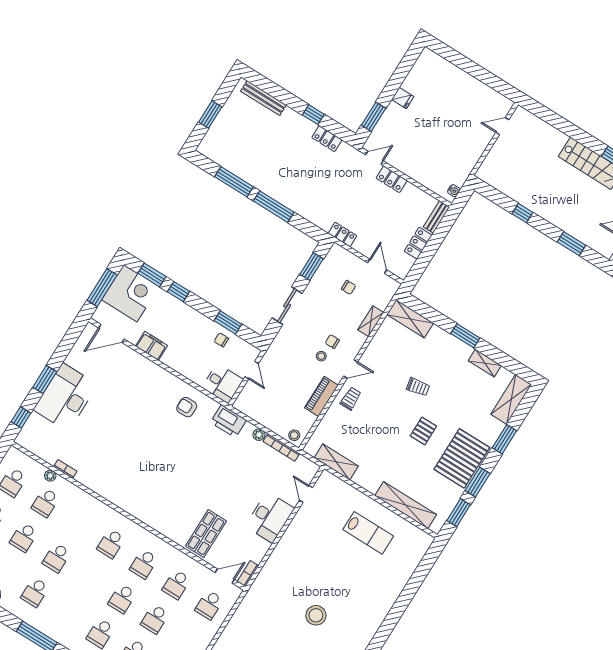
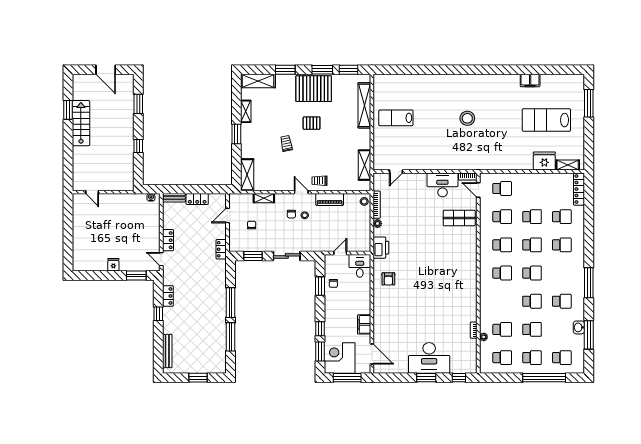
desk: (270, 517) -> (442, 185), moved
lab bench: (368, 533) -> (396, 118), turned -90
school desk: (89, 578) -> (532, 273), added

